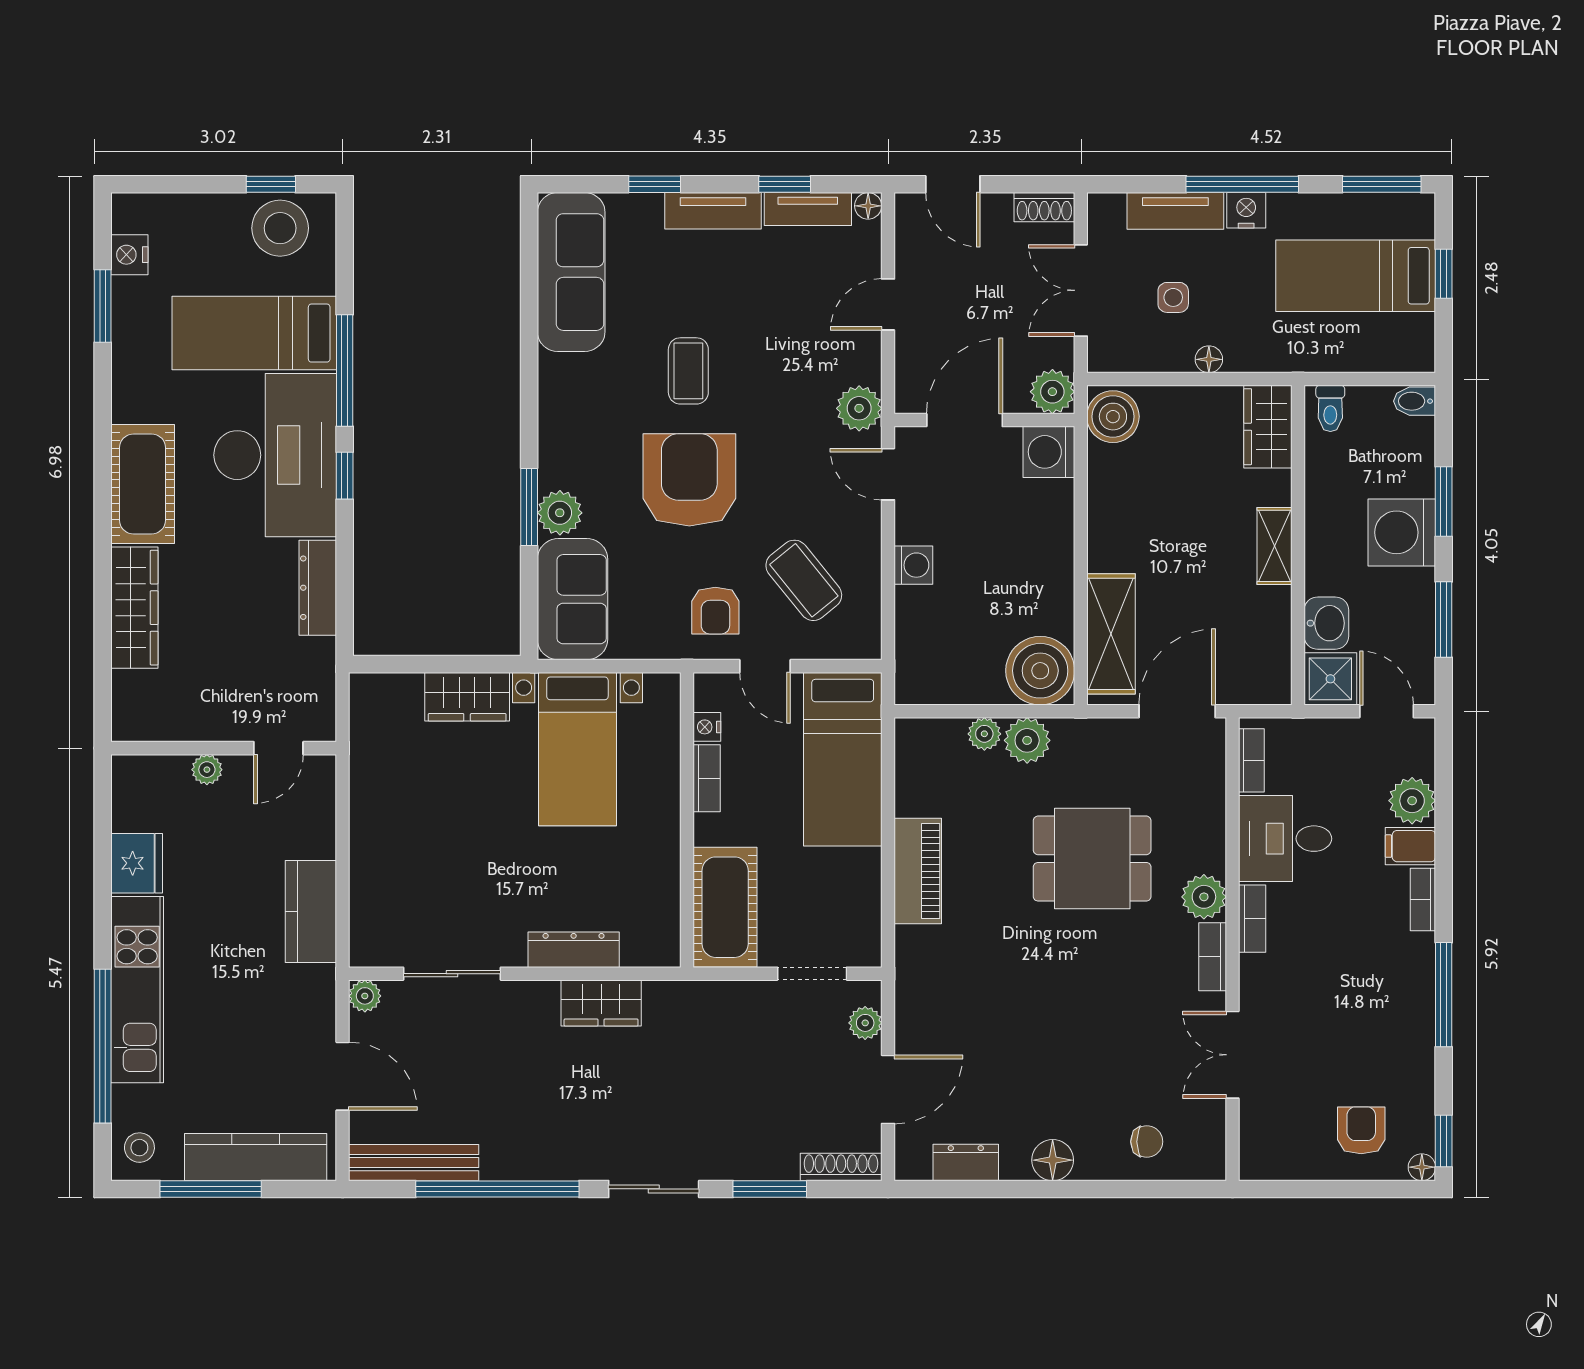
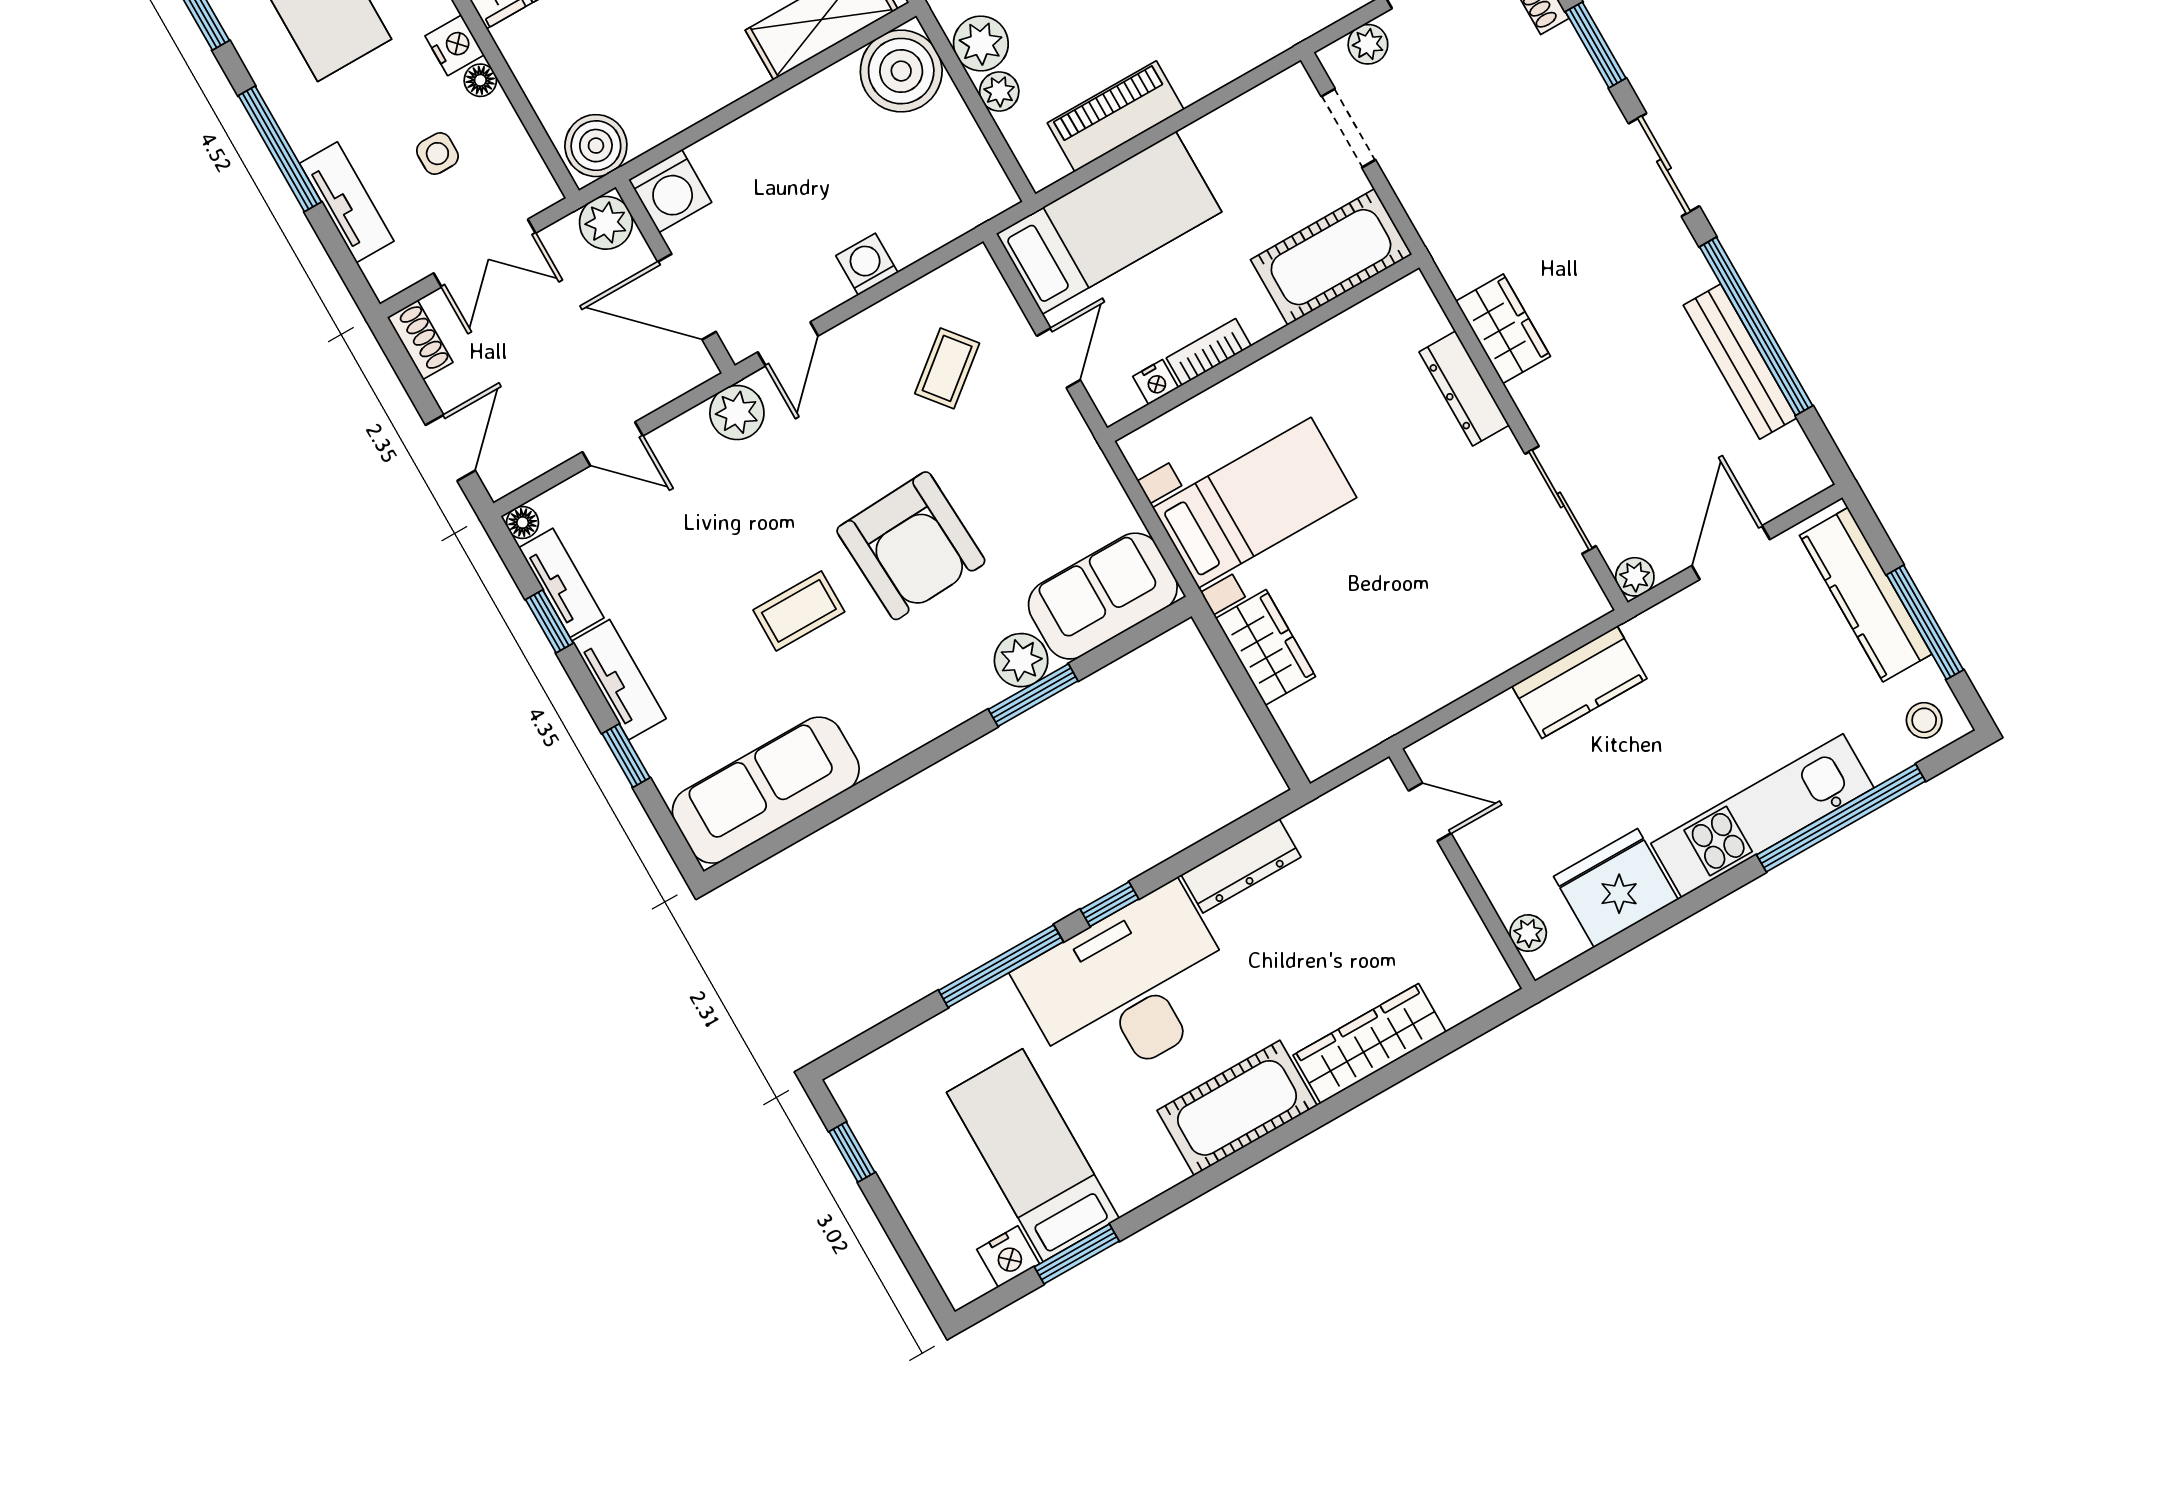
nightstand: (1246, 210) -> (455, 45), moved, turned 180
stool: (280, 228) -> (892, 1117), removed
bed: (254, 333) -> (1033, 1155), moved, turned 180
armchair: (689, 480) -> (911, 546), turned -93
coffee table: (804, 580) -> (947, 368), width x0.73, depth x0.77
armchair: (715, 611) -> (1030, 442), removed
plant: (207, 770) -> (1528, 933), moved
fridge: (137, 863) -> (1616, 888), width x1.36, depth x1.34
piano: (918, 871) -> (1116, 116), moved
bench: (414, 1163) -> (1740, 362), moved

